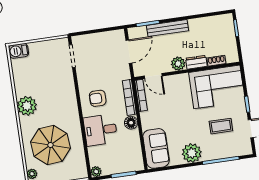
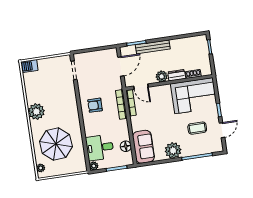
floor lamp: (131, 123) -> (126, 146), moved
desk: (100, 130) -> (100, 148), moved

